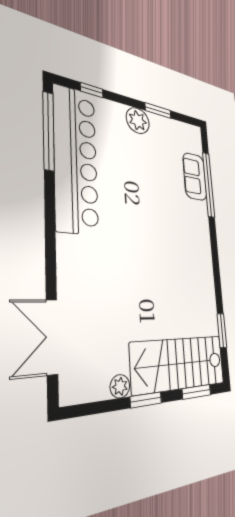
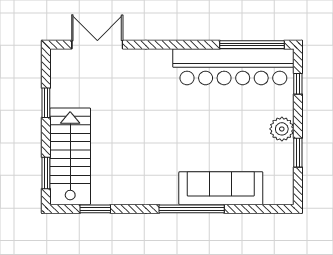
sofa: (195, 177) -> (221, 188), width x1.85, depth x1.27
window: (209, 185) -> (192, 209), moved
plant: (120, 386) -> (58, 98), removed
window: (146, 400) -> (46, 103), moved

